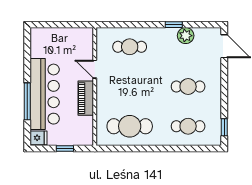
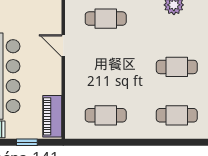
piano: (86, 98) -> (52, 116), moved
cafe table: (130, 126) -> (106, 115), width x0.73, depth x0.74

